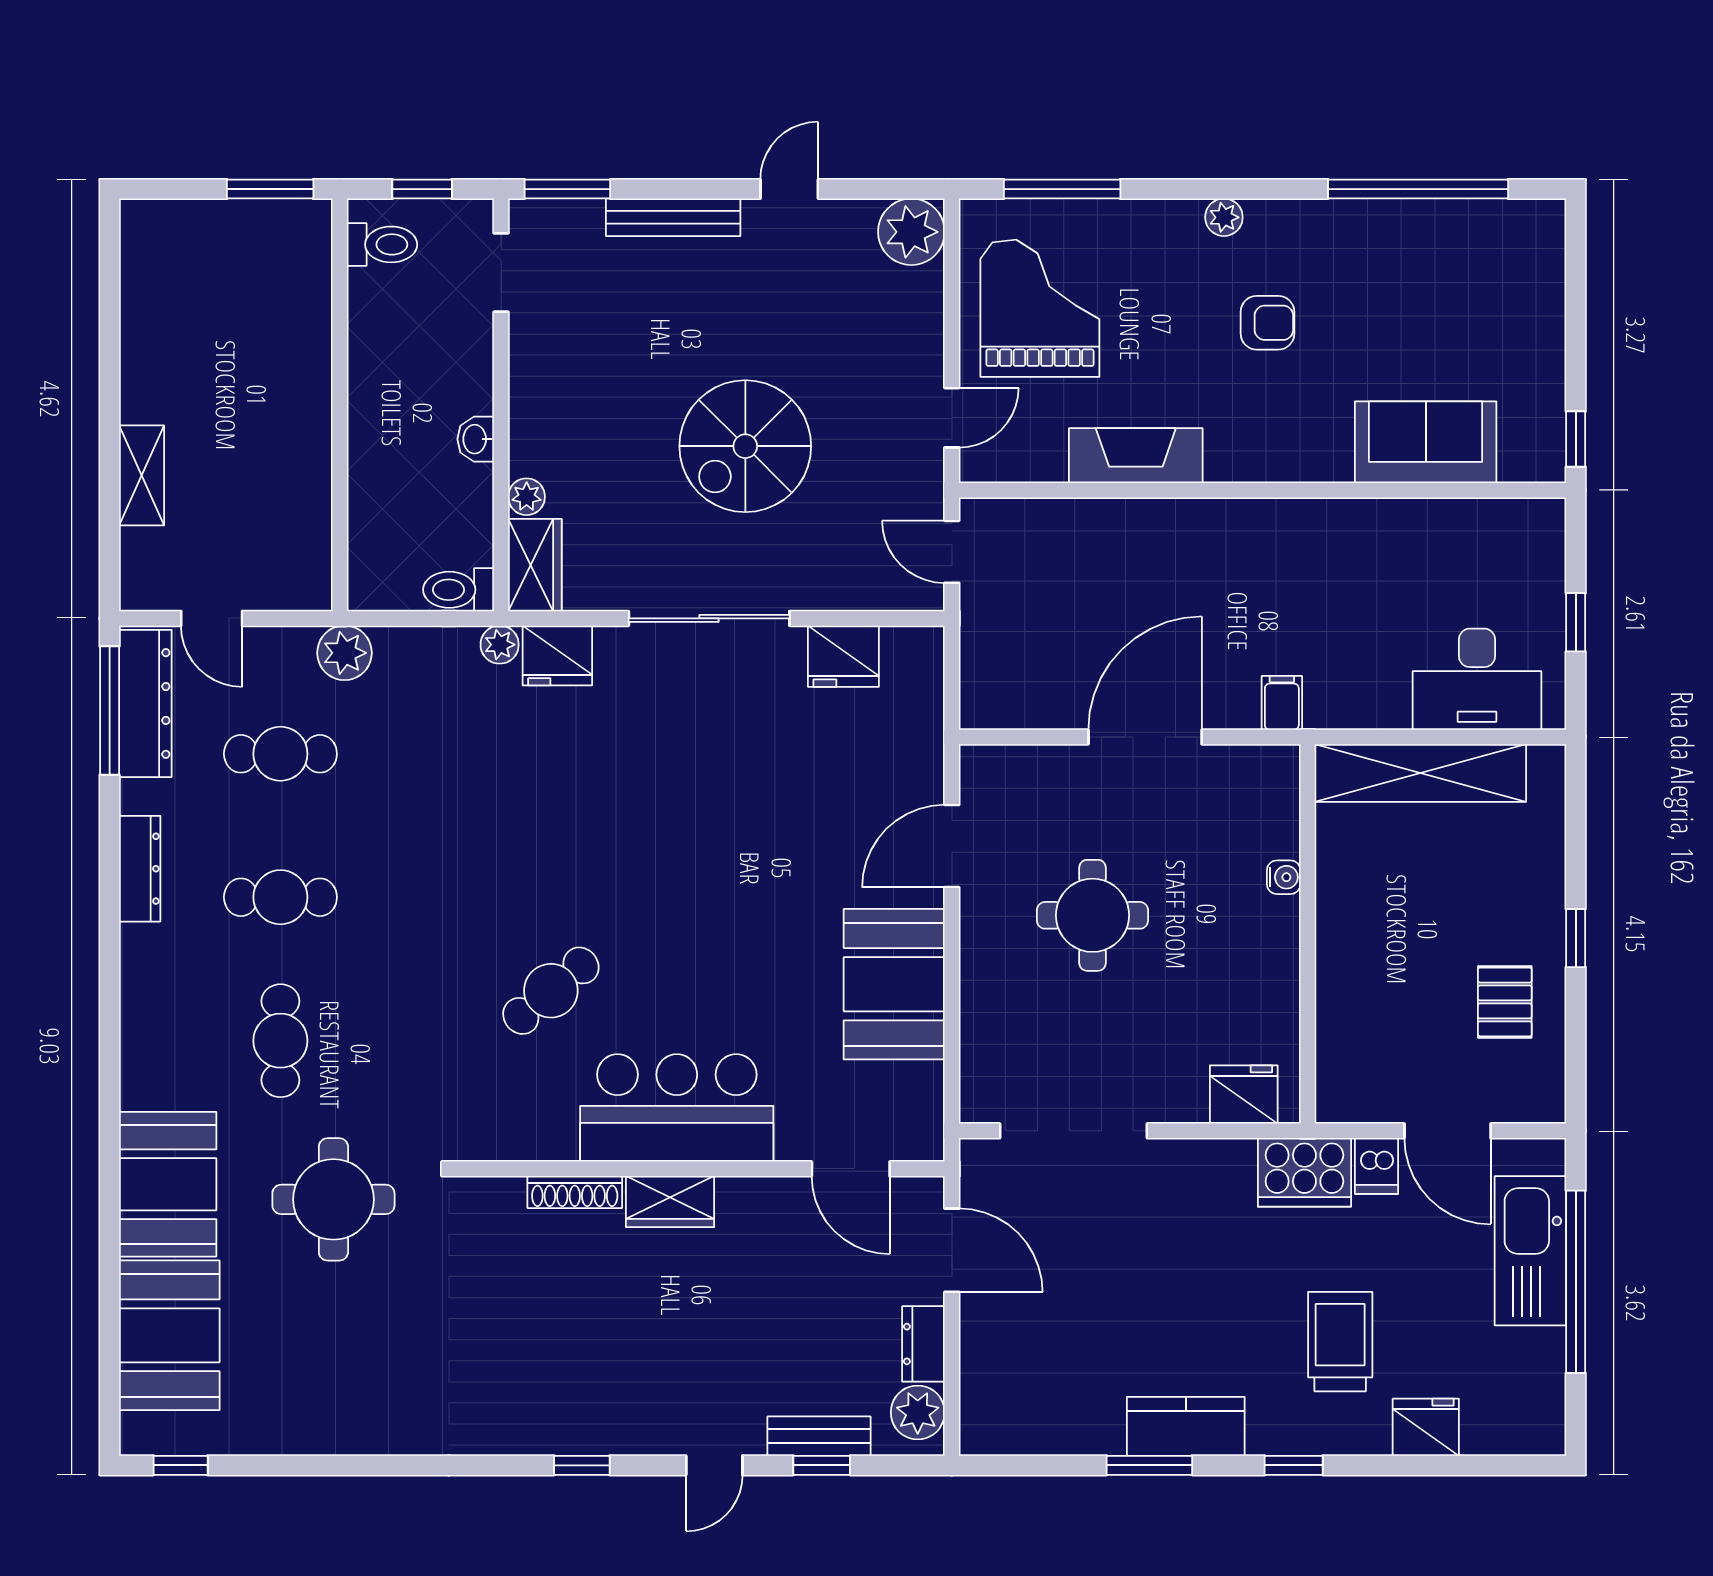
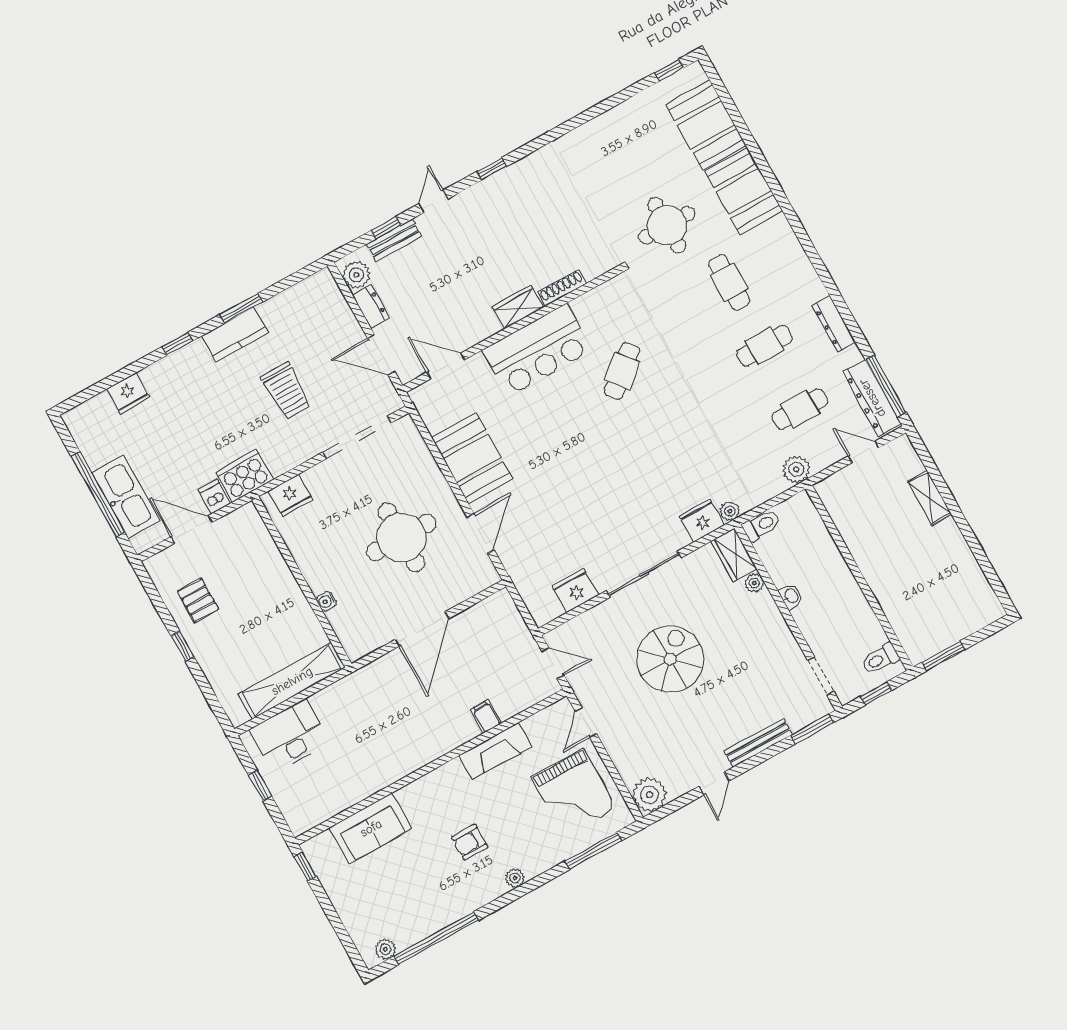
plant: (1516, 219) -> (385, 949), added
filing cabinet: (1282, 703) -> (486, 716), moved, turned 180
round table: (1092, 915) -> (401, 537), width x1.36, depth x1.36
trolley: (1340, 1342) -> (286, 391), moved

